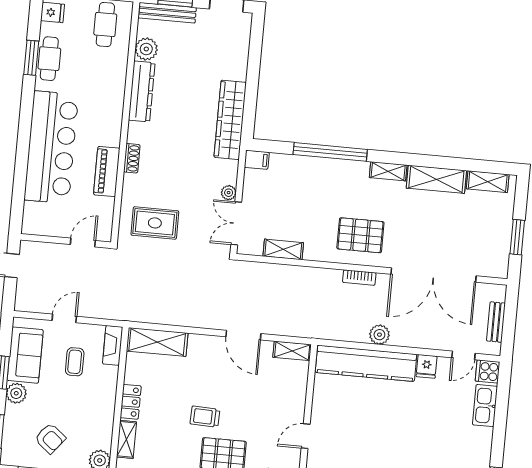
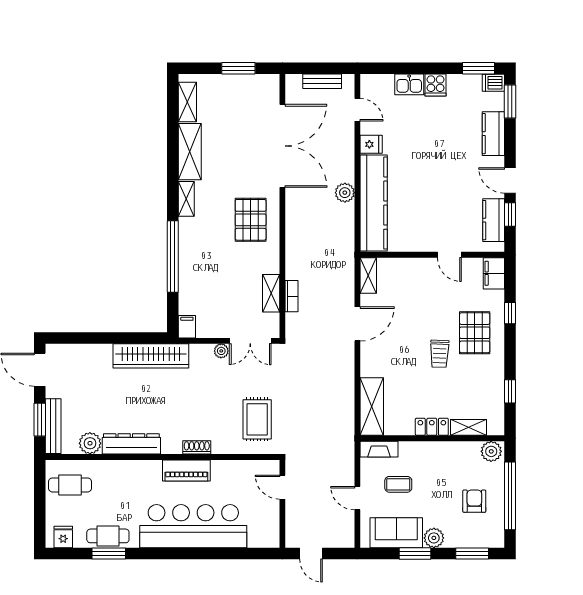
piano: (107, 172) -> (186, 470), moved
bookcase: (359, 278) -> (292, 296), moved
cooker: (488, 371) -> (436, 85), moved
kitchen sink: (485, 406) -> (409, 84), width x0.73
armchair: (50, 438) -> (474, 501), turned -39

